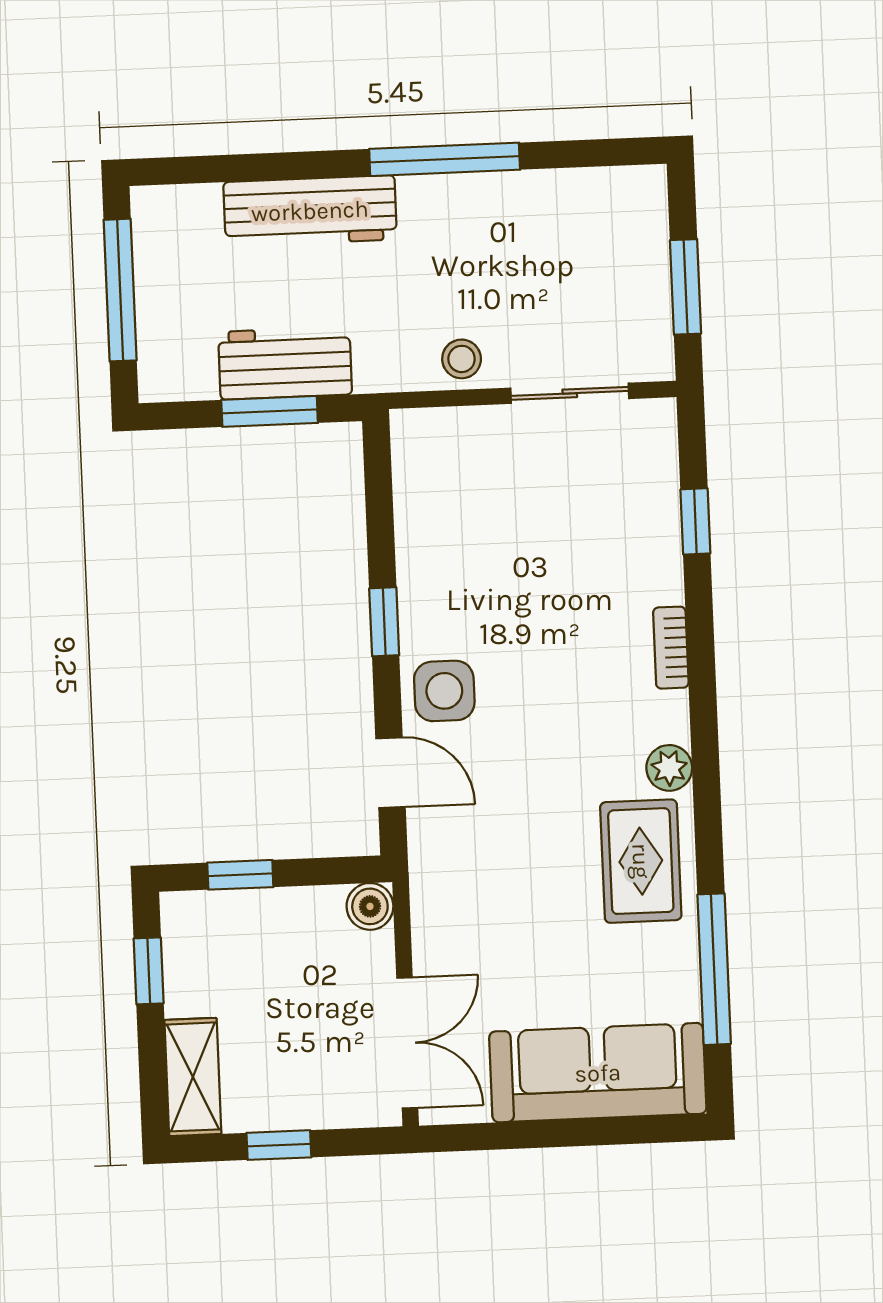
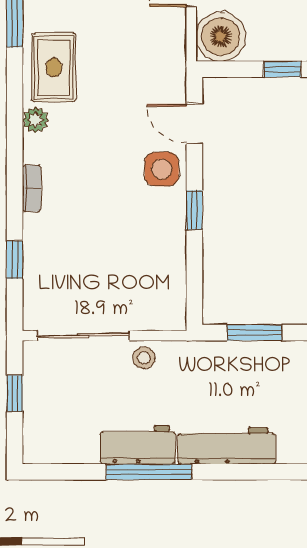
window: (686, 287) -> (15, 394), width x0.67
workbench: (285, 363) -> (138, 445), moved, turned 180
sliding door: (570, 393) -> (83, 336), width x1.37
boiler: (370, 906) -> (221, 37), width x1.86, depth x1.86

